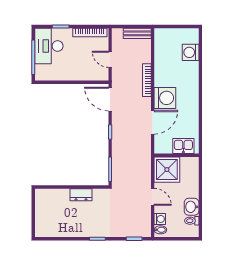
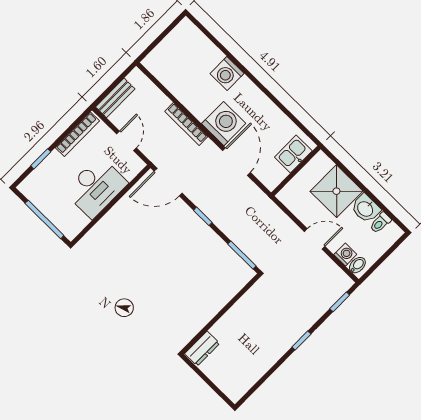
bench: (137, 33) -> (115, 98), moved
desk: (49, 46) -> (96, 187), moved, turned -90
washing machine: (191, 52) -> (227, 74), moved
door: (110, 59) -> (127, 141), swing flipped
shower: (167, 170) -> (336, 191), moved
dresser: (81, 195) -> (202, 348), moved

